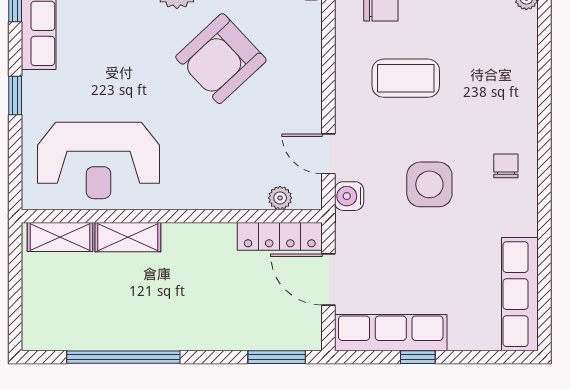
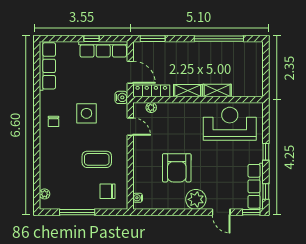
armchair: (221, 59) -> (177, 168), turned 133
water cooler: (349, 196) -> (121, 97), moved
shelving: (60, 237) -> (188, 91), moved

